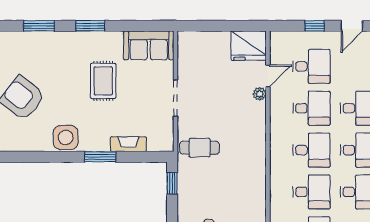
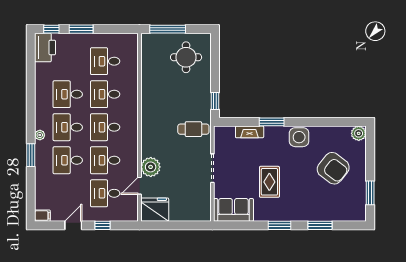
plant: (260, 94) -> (151, 167), width x1.88, depth x1.88

